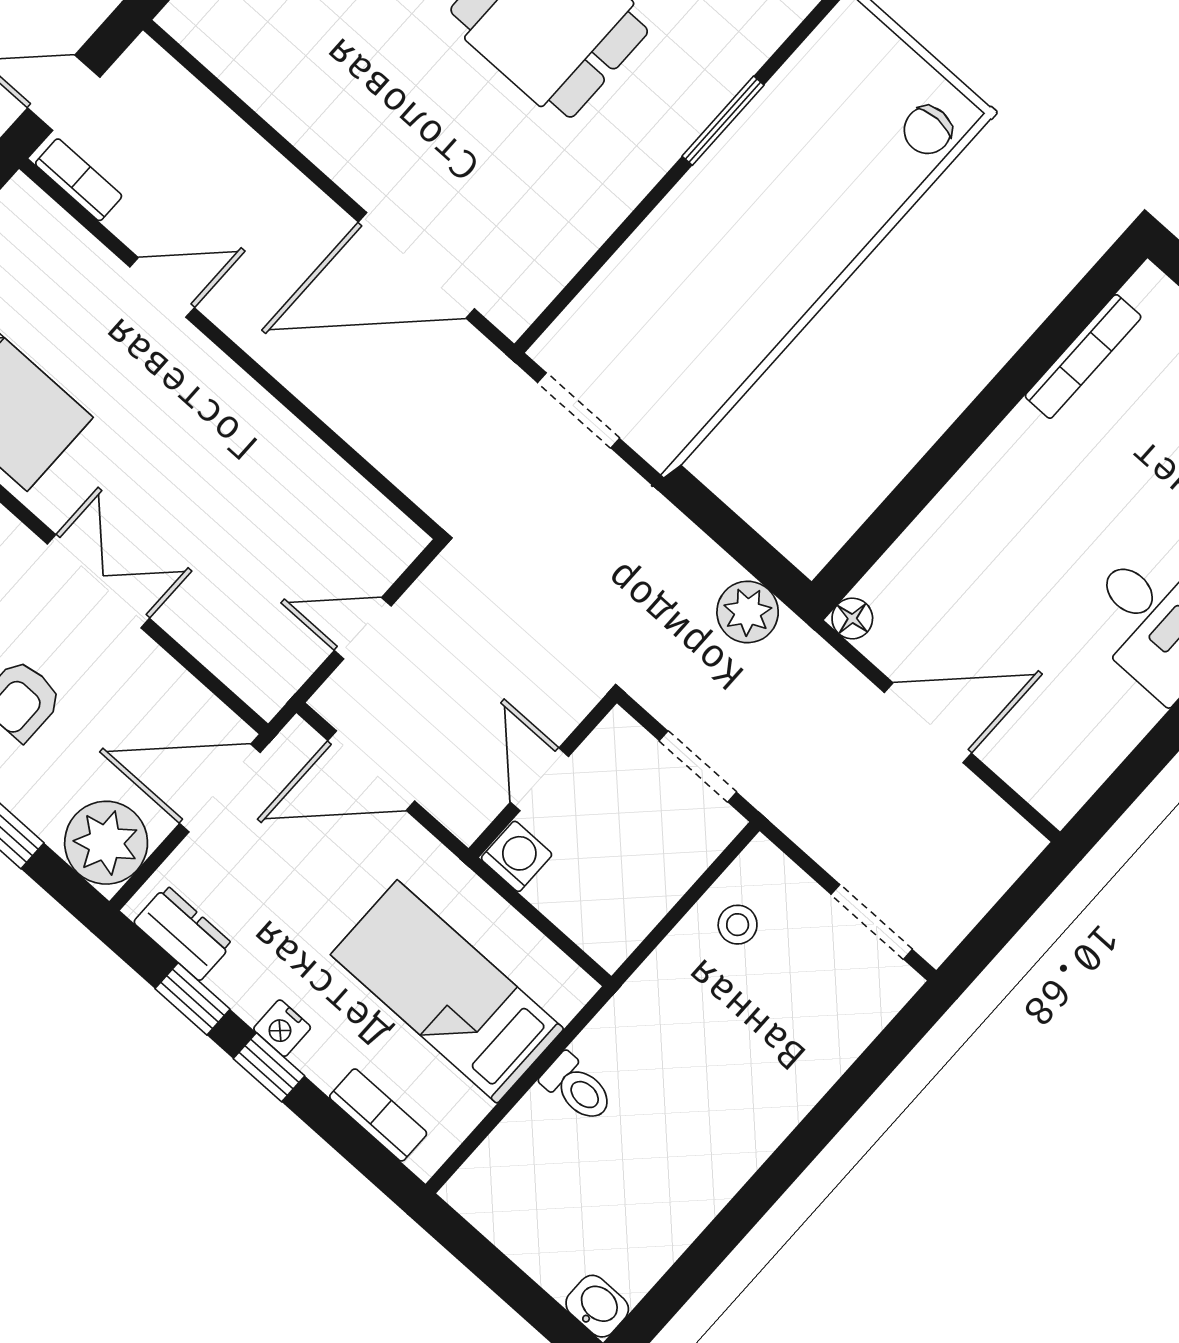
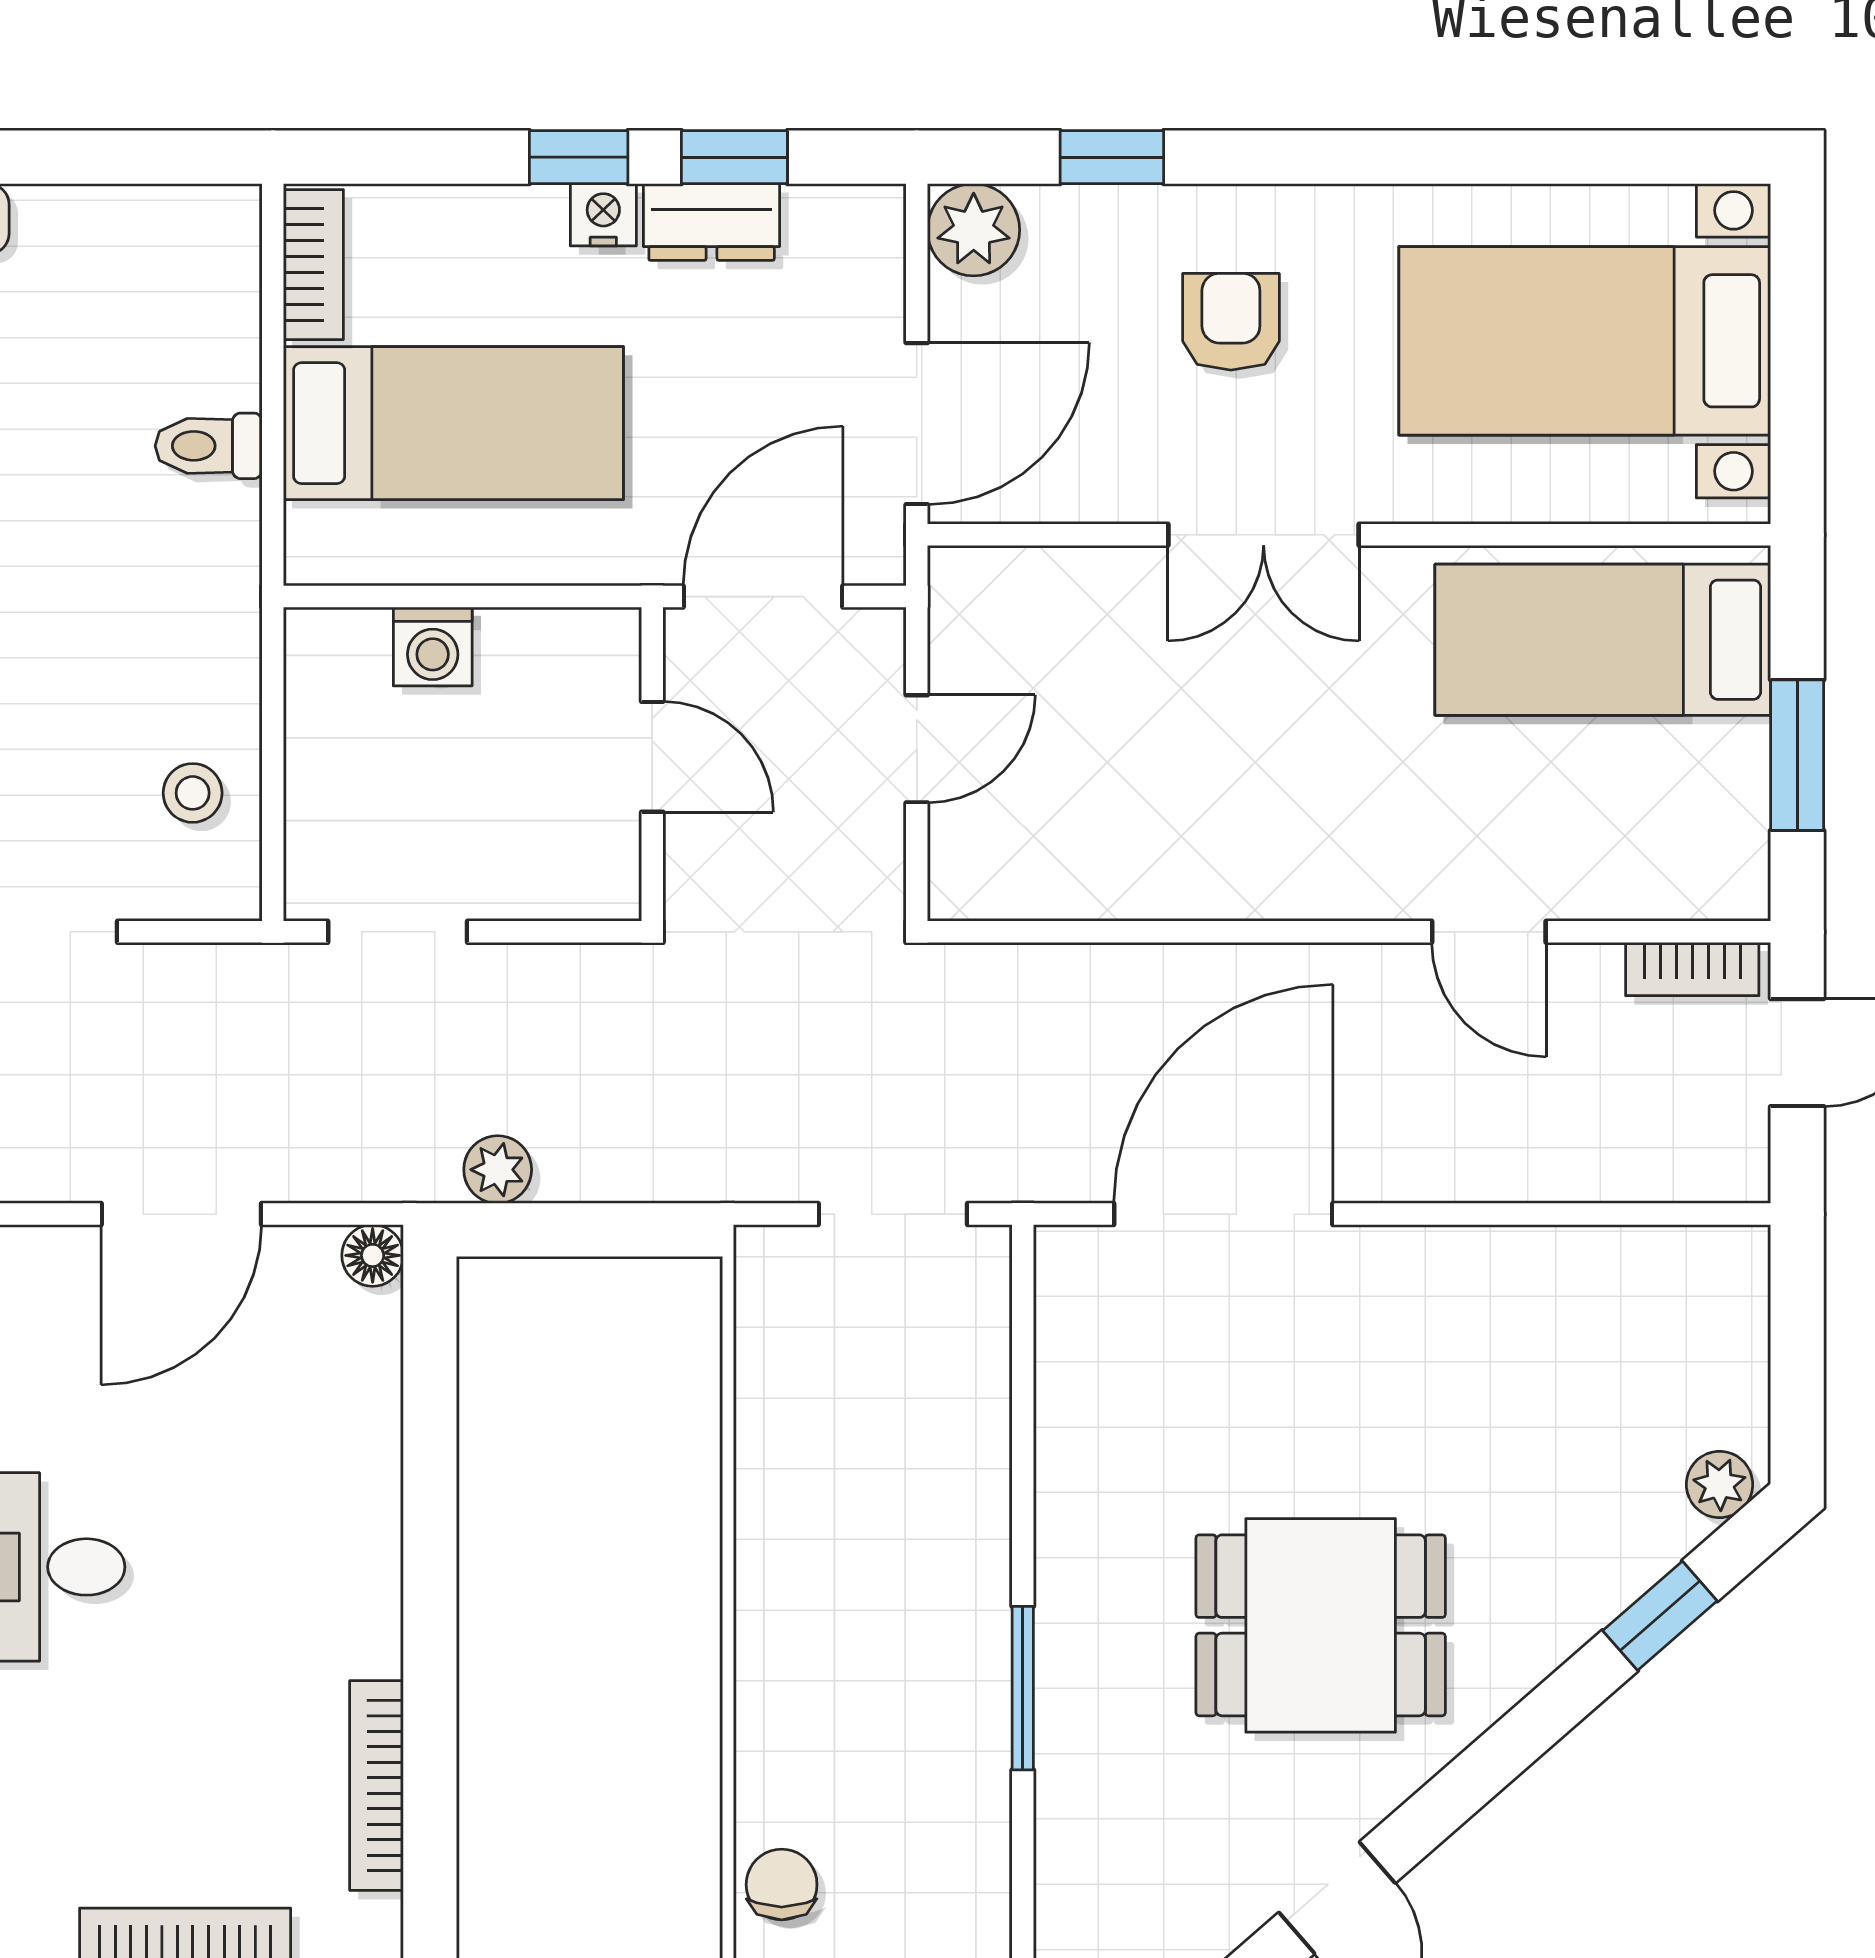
door: (162, 287) -> (1489, 932), hinge flipped
plant: (748, 612) -> (498, 1170), width x0.73, depth x0.73
wall: (543, 776) -> (652, 764), moved
door: (539, 779) -> (652, 757), moved
plant: (106, 843) -> (974, 230), width x0.73, depth x0.73
washing machine: (517, 856) -> (433, 647), moved
dresser: (183, 933) -> (712, 222), moved
bookcase: (378, 1115) -> (313, 265), moved, turned -90

